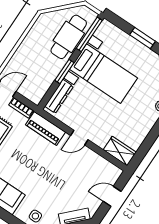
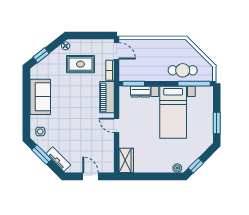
cafe table: (69, 37) -> (183, 70), width x0.73, depth x0.74
window: (64, 71) -> (134, 84), moved
dresser: (59, 96) -> (140, 92), width x0.70

